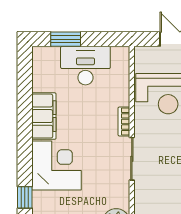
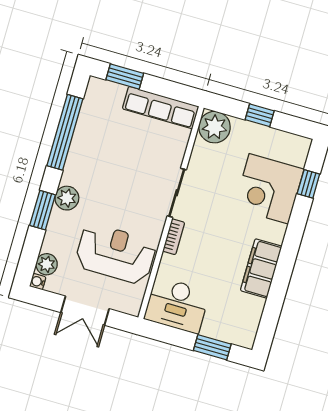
desk: (85, 66) -> (177, 305), moved
corner desk: (56, 165) -> (269, 189), moved

